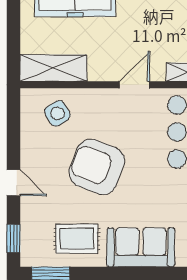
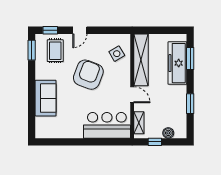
shelving: (53, 68) -> (141, 60), width x1.47
rug: (77, 239) -> (55, 51), moved

